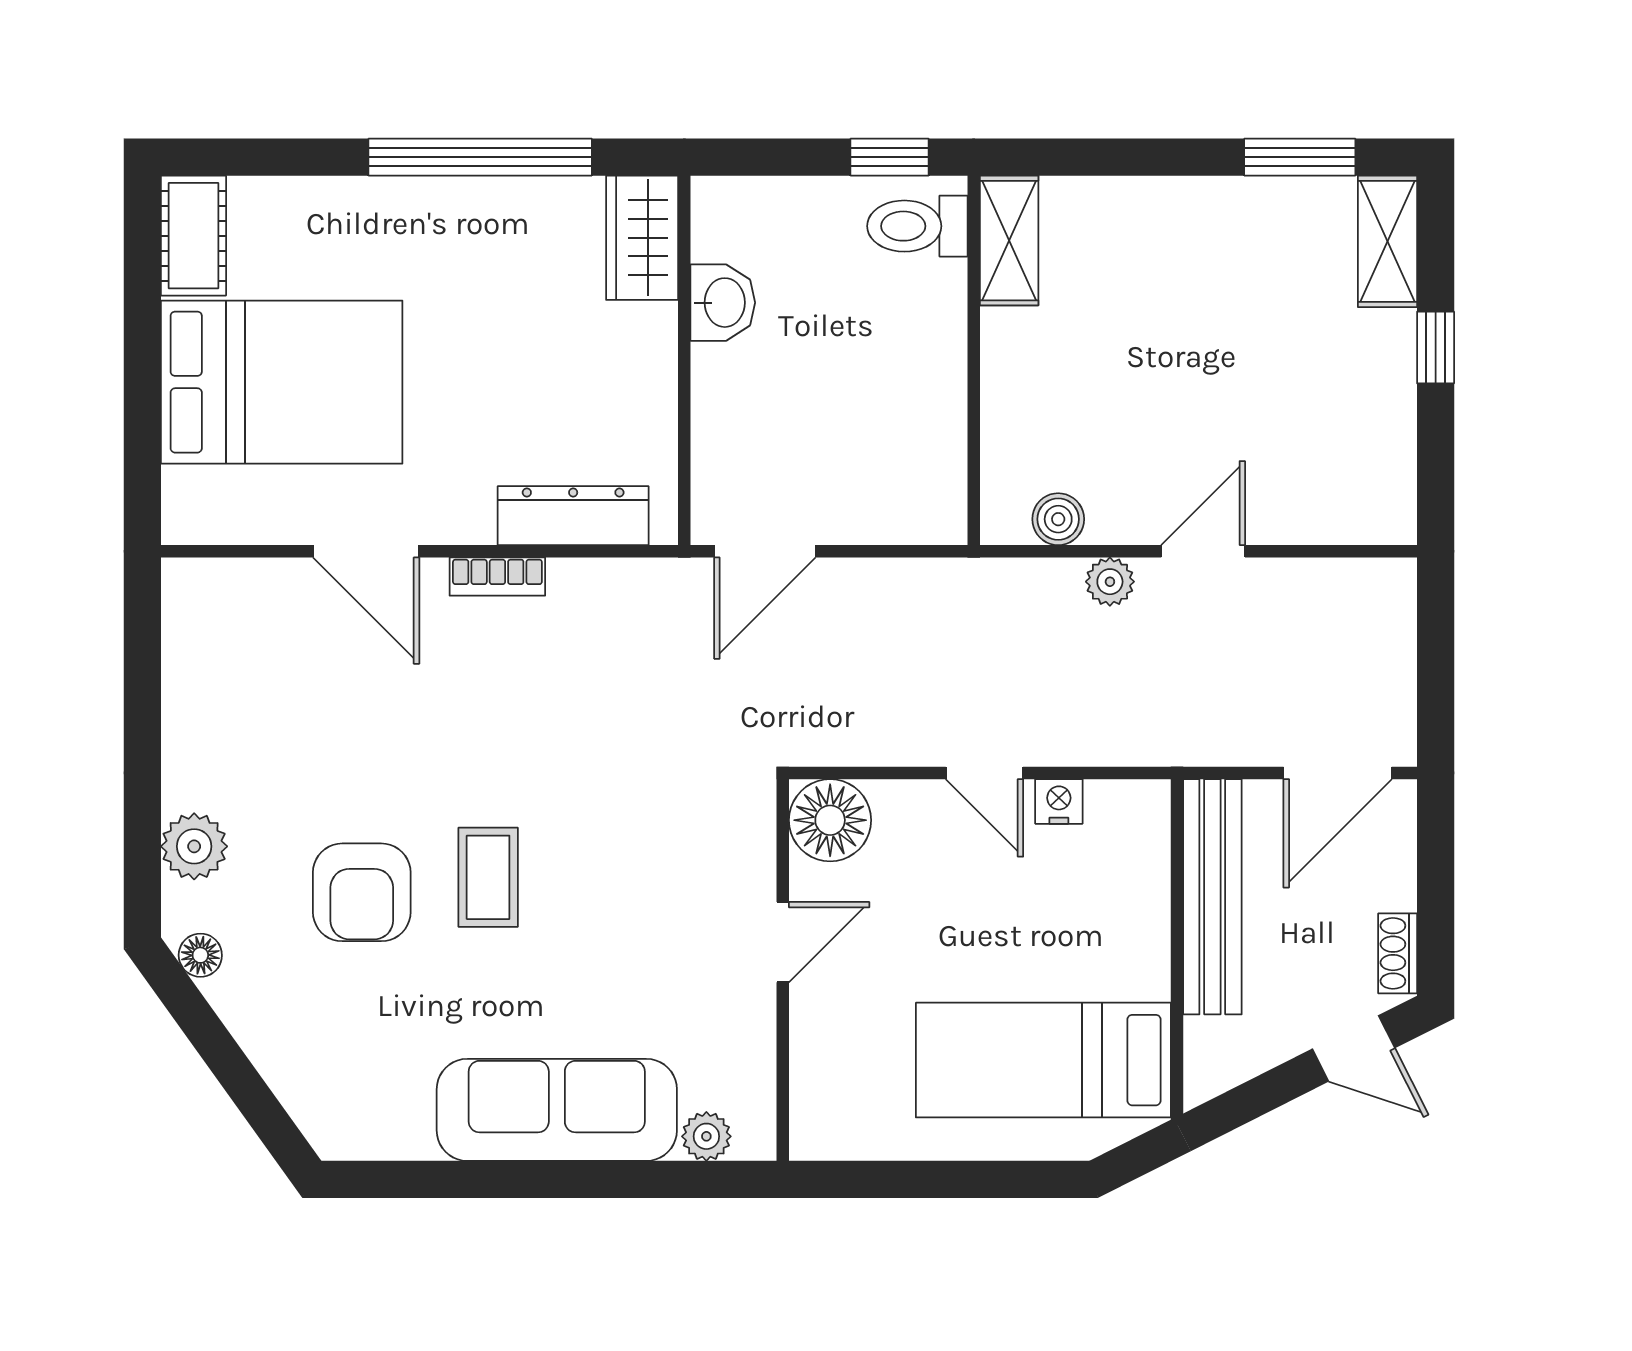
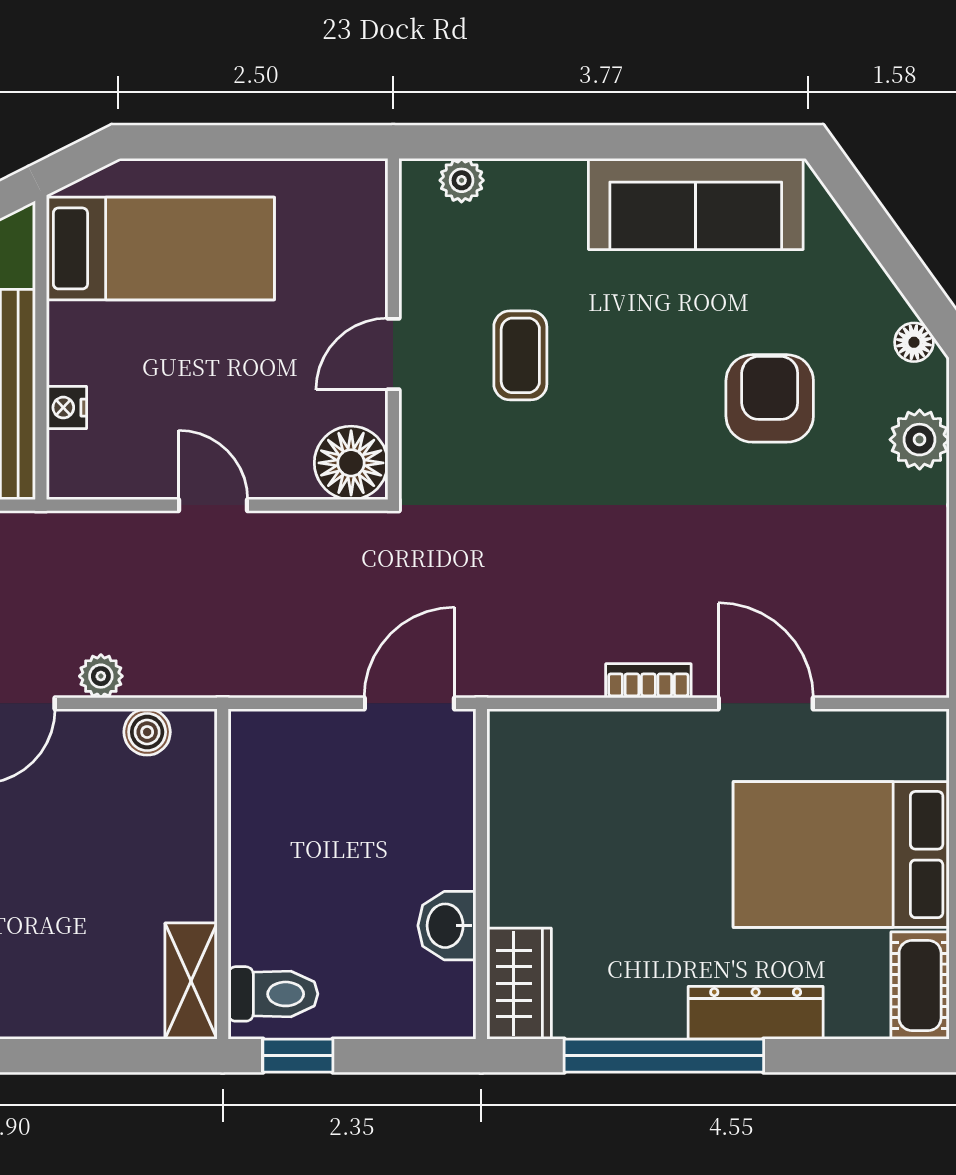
dresser: (573, 516) -> (756, 1013), moved, turned 180
nightstand: (1059, 801) -> (66, 408), moved, turned 90
coffee table: (488, 877) -> (520, 355), moved
sofa: (557, 1110) -> (696, 204), moved

